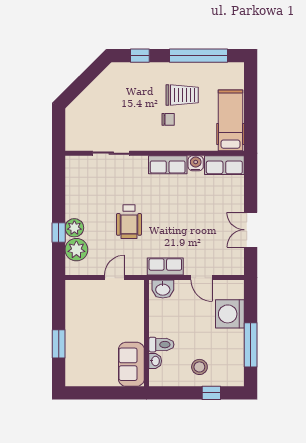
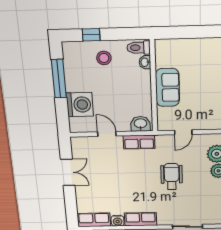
toilet: (161, 345) -> (139, 48), moved
sofa: (131, 364) -> (167, 87), moved

